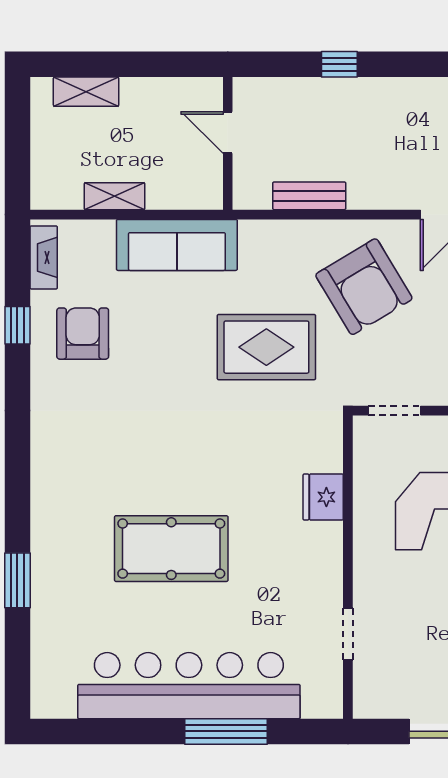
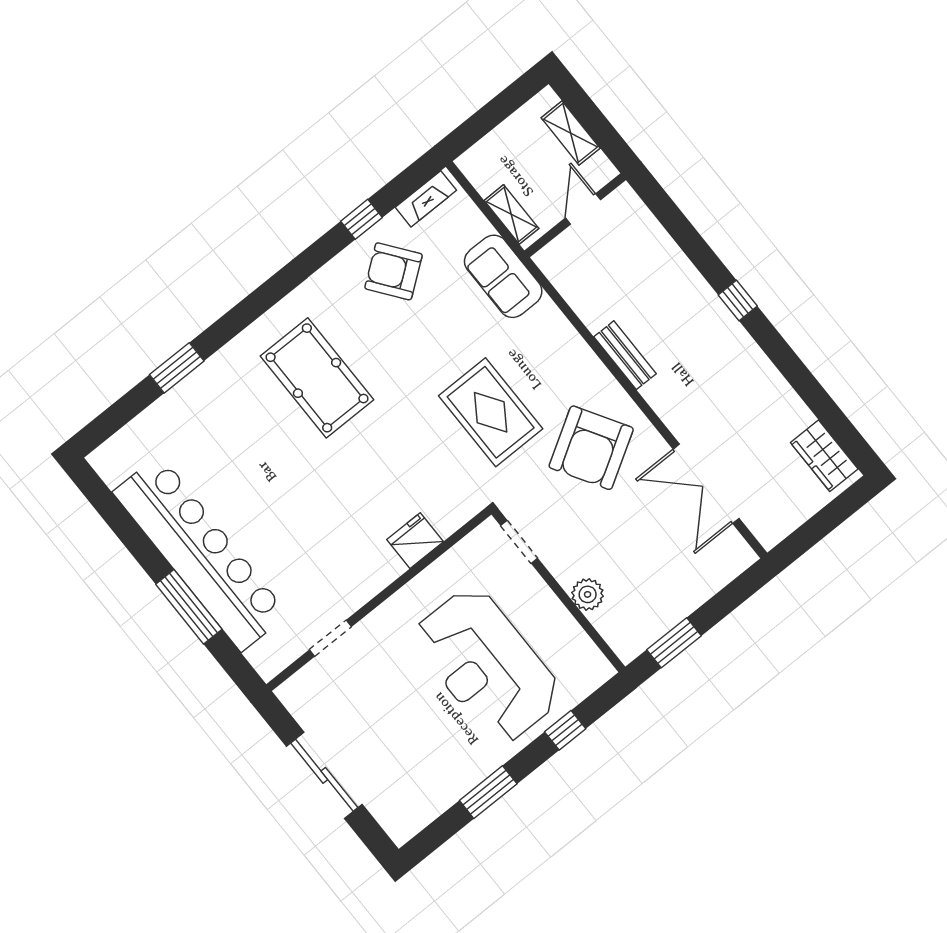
door: (228, 132) -> (583, 209), moved
wall: (228, 143) -> (575, 215), moved
sofa: (177, 245) -> (503, 276), width x0.73
armchair: (83, 334) -> (393, 271), turned -127
pool table: (171, 549) -> (317, 378), moved

